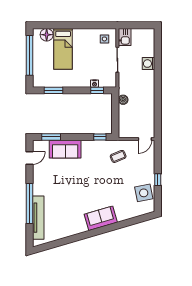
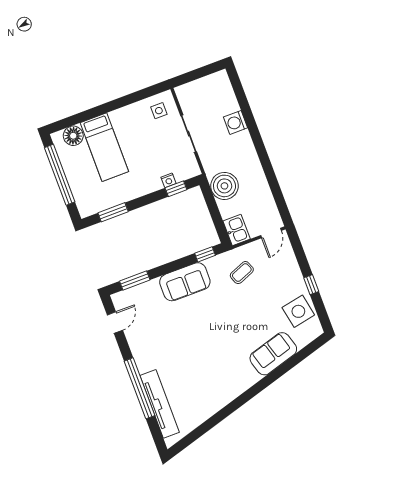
kitchen sink: (125, 37) -> (237, 230), moved
boiler: (123, 100) -> (224, 186), width x1.86, depth x1.86
sofa: (65, 149) -> (185, 282), moved
sofa: (101, 218) -> (273, 354), moved

